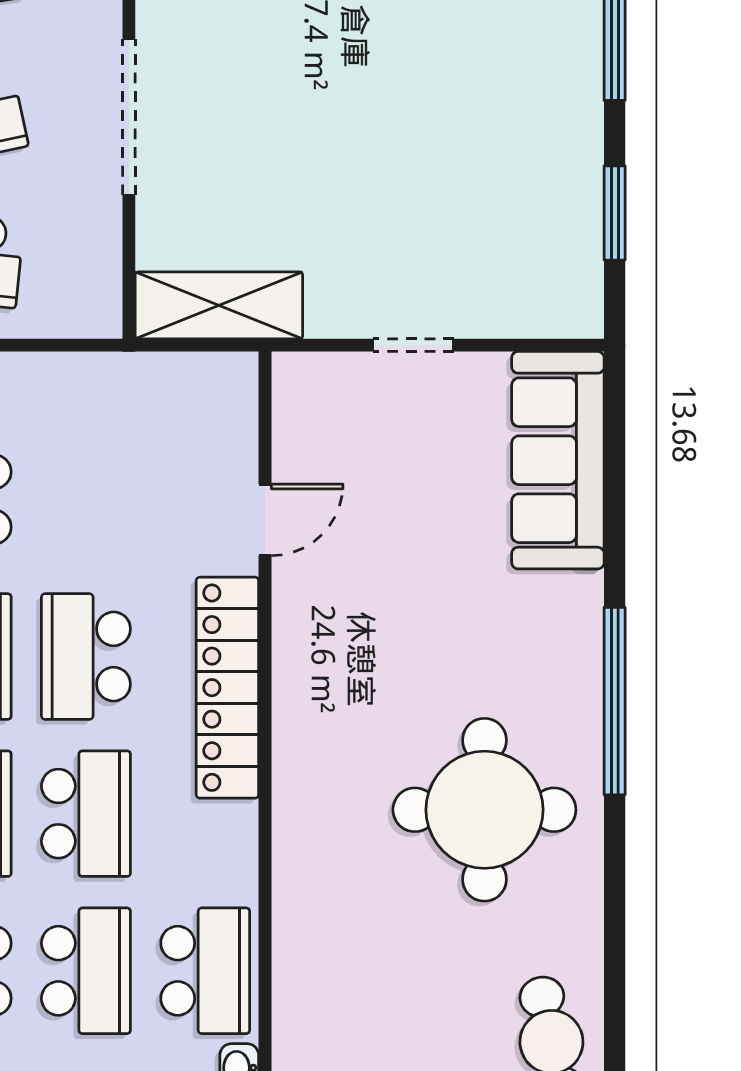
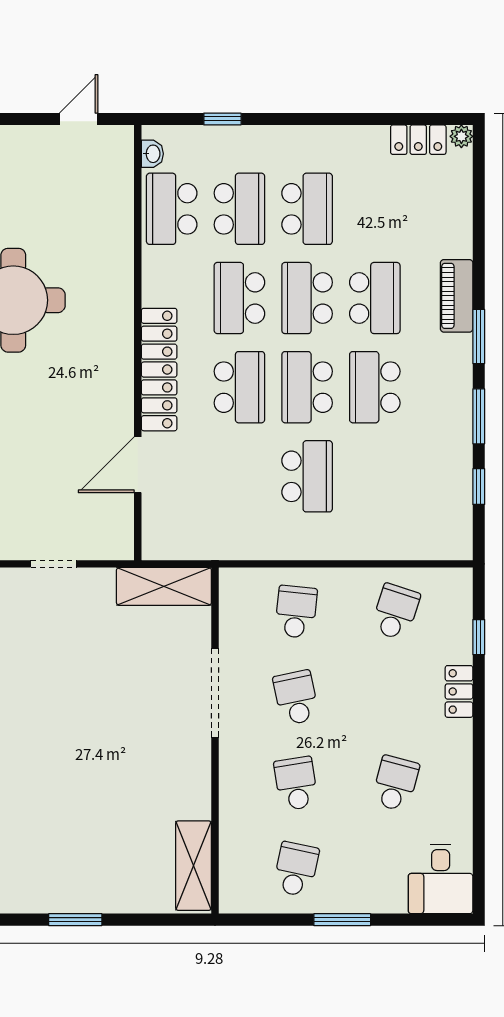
door: (265, 520) -> (138, 465), width x1.38
school desk: (86, 971) -> (239, 209), turned 180

